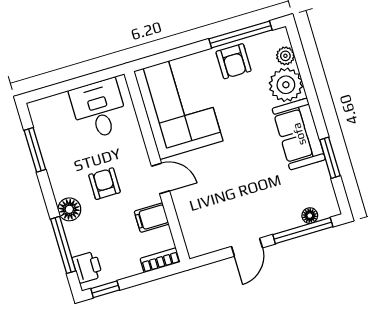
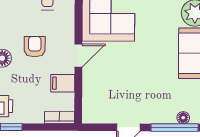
door: (160, 178) -> (78, 55), hinge flipped

